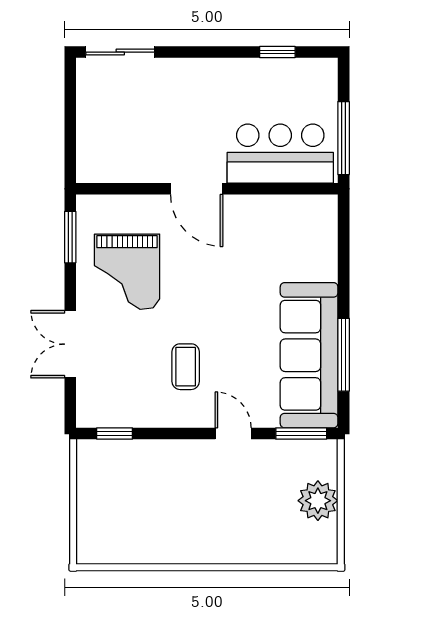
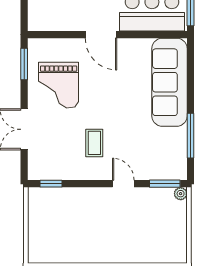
sofa: (309, 355) -> (170, 82), moved
plant: (318, 501) -> (181, 194), moved, width x0.53, depth x0.53

